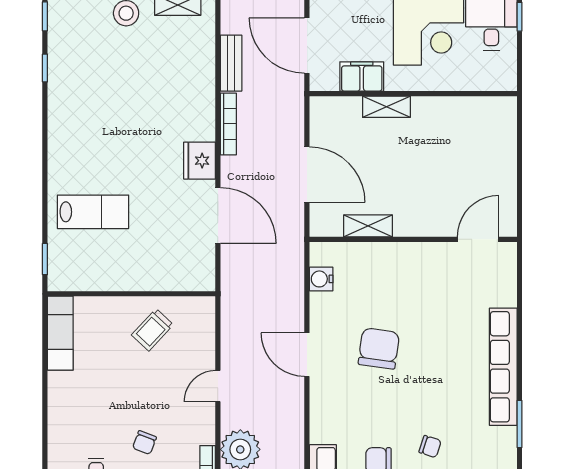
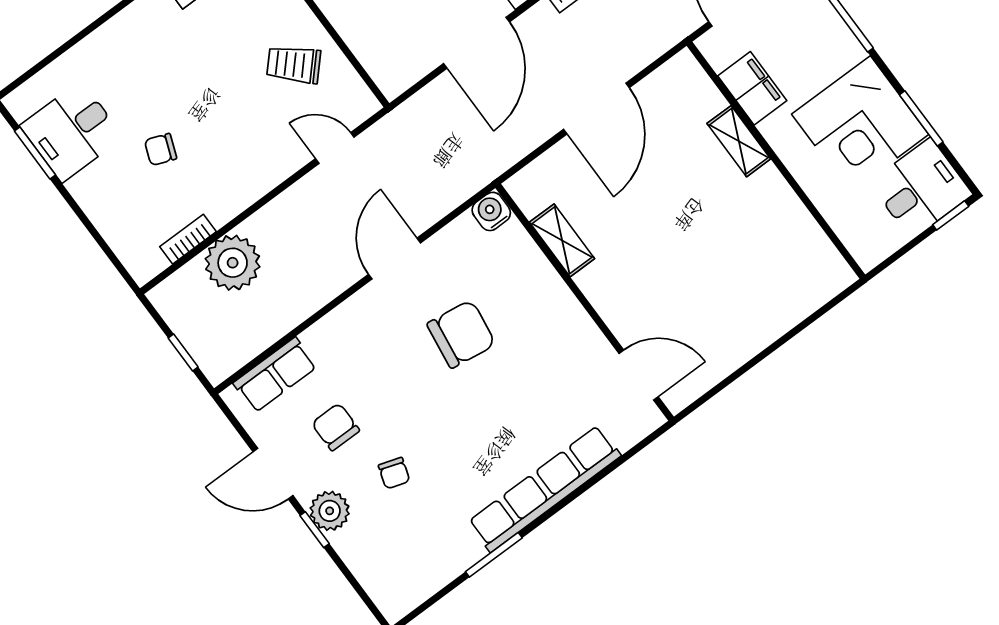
shelving: (368, 226) -> (562, 240), moved
wall: (413, 239) -> (585, 302), moved
door: (478, 239) -> (639, 375), moved
door: (218, 386) -> (335, 148), moved

